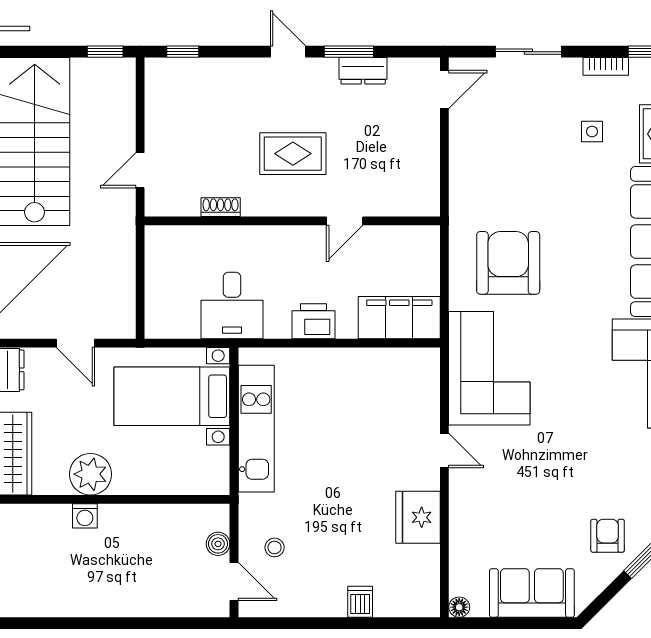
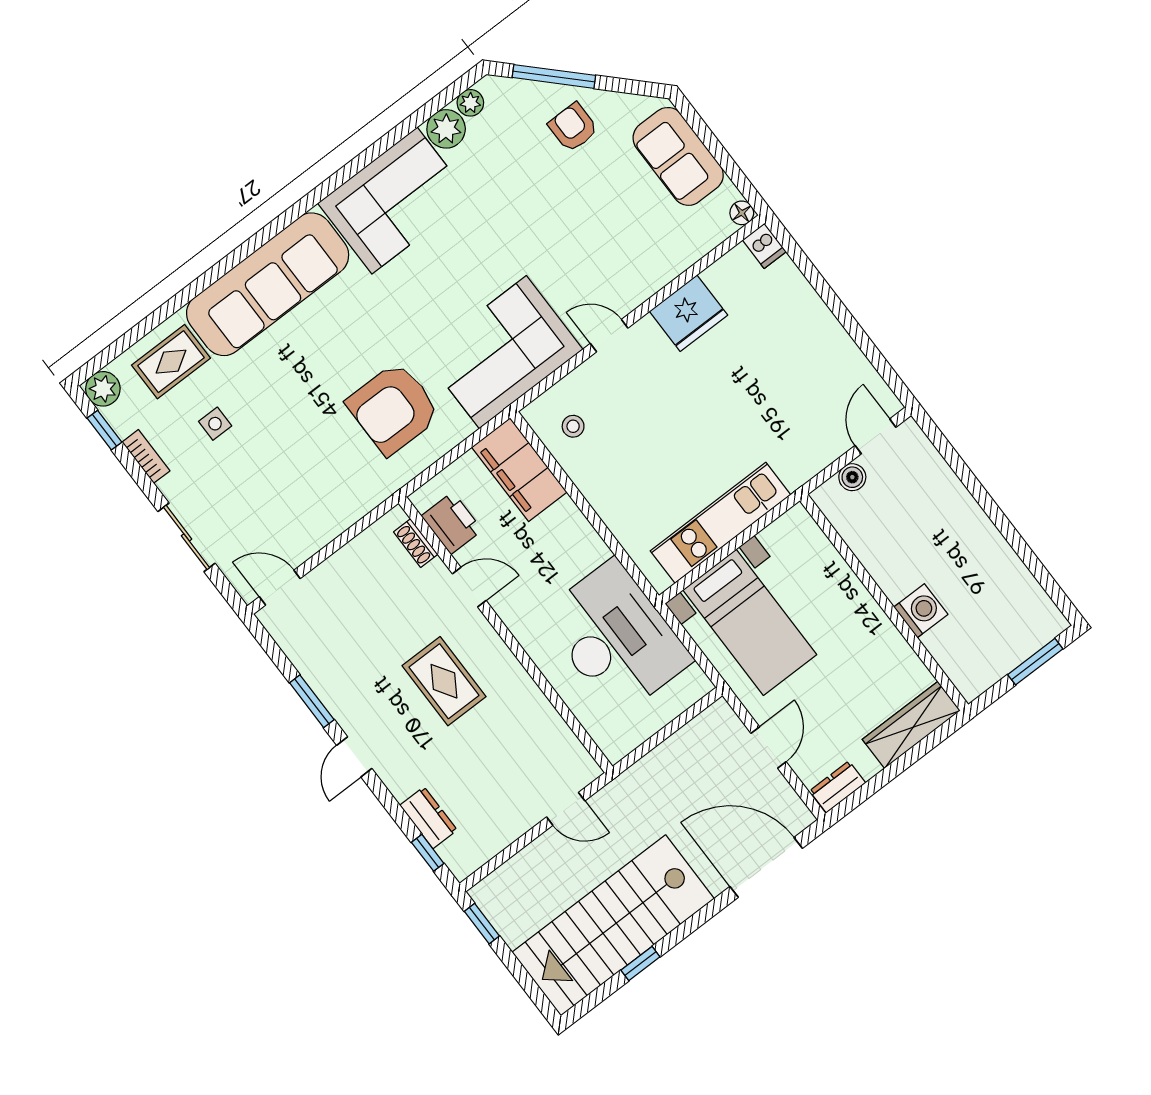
dresser: (363, 71) -> (428, 818), moved
shoe rack: (221, 207) -> (416, 543), moved
desk: (232, 305) -> (616, 638), width x1.87, depth x1.30
printer: (313, 321) -> (452, 523), moved, turned 180
door: (444, 450) -> (609, 336), hinge flipped
plant: (90, 474) -> (878, 642), removed
washing machine: (85, 516) -> (921, 611), width x1.38, depth x1.38
armchair: (608, 536) -> (573, 127), turned 90
stool: (275, 547) -> (573, 426), moved
dishwasher: (360, 602) -> (764, 246), moved, turned -90

